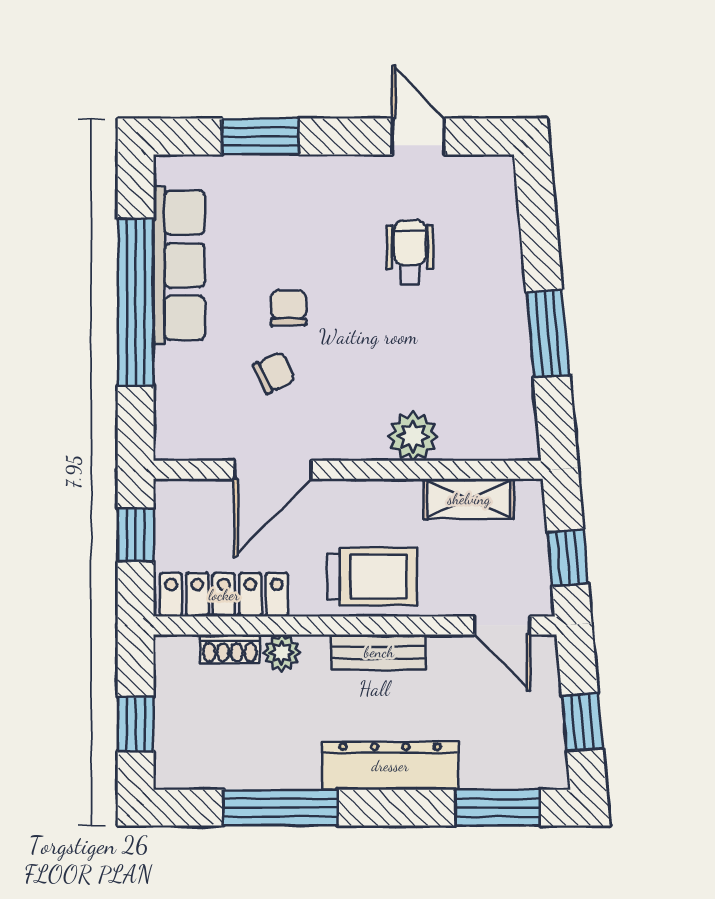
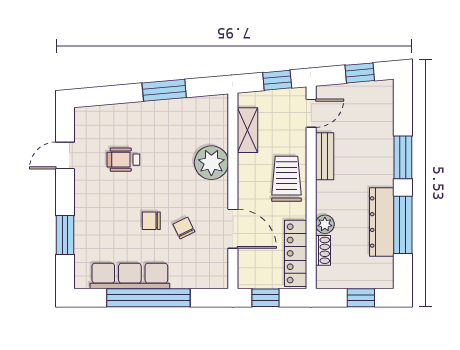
plant: (413, 436) -> (211, 163), width x1.36, depth x1.36
bench: (379, 652) -> (325, 156), moved
dresser: (390, 766) -> (382, 222), moved
window: (498, 808) -> (403, 157), moved

